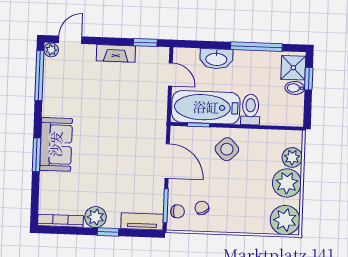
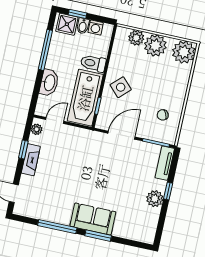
window: (145, 43) -> (23, 149), moved
plant: (51, 50) -> (37, 129), moved
window: (39, 76) -> (57, 227), moved
washing machine: (296, 104) -> (96, 28), added
chair: (178, 211) -> (162, 134), removed
bookcase: (61, 221) -> (153, 226), removed

